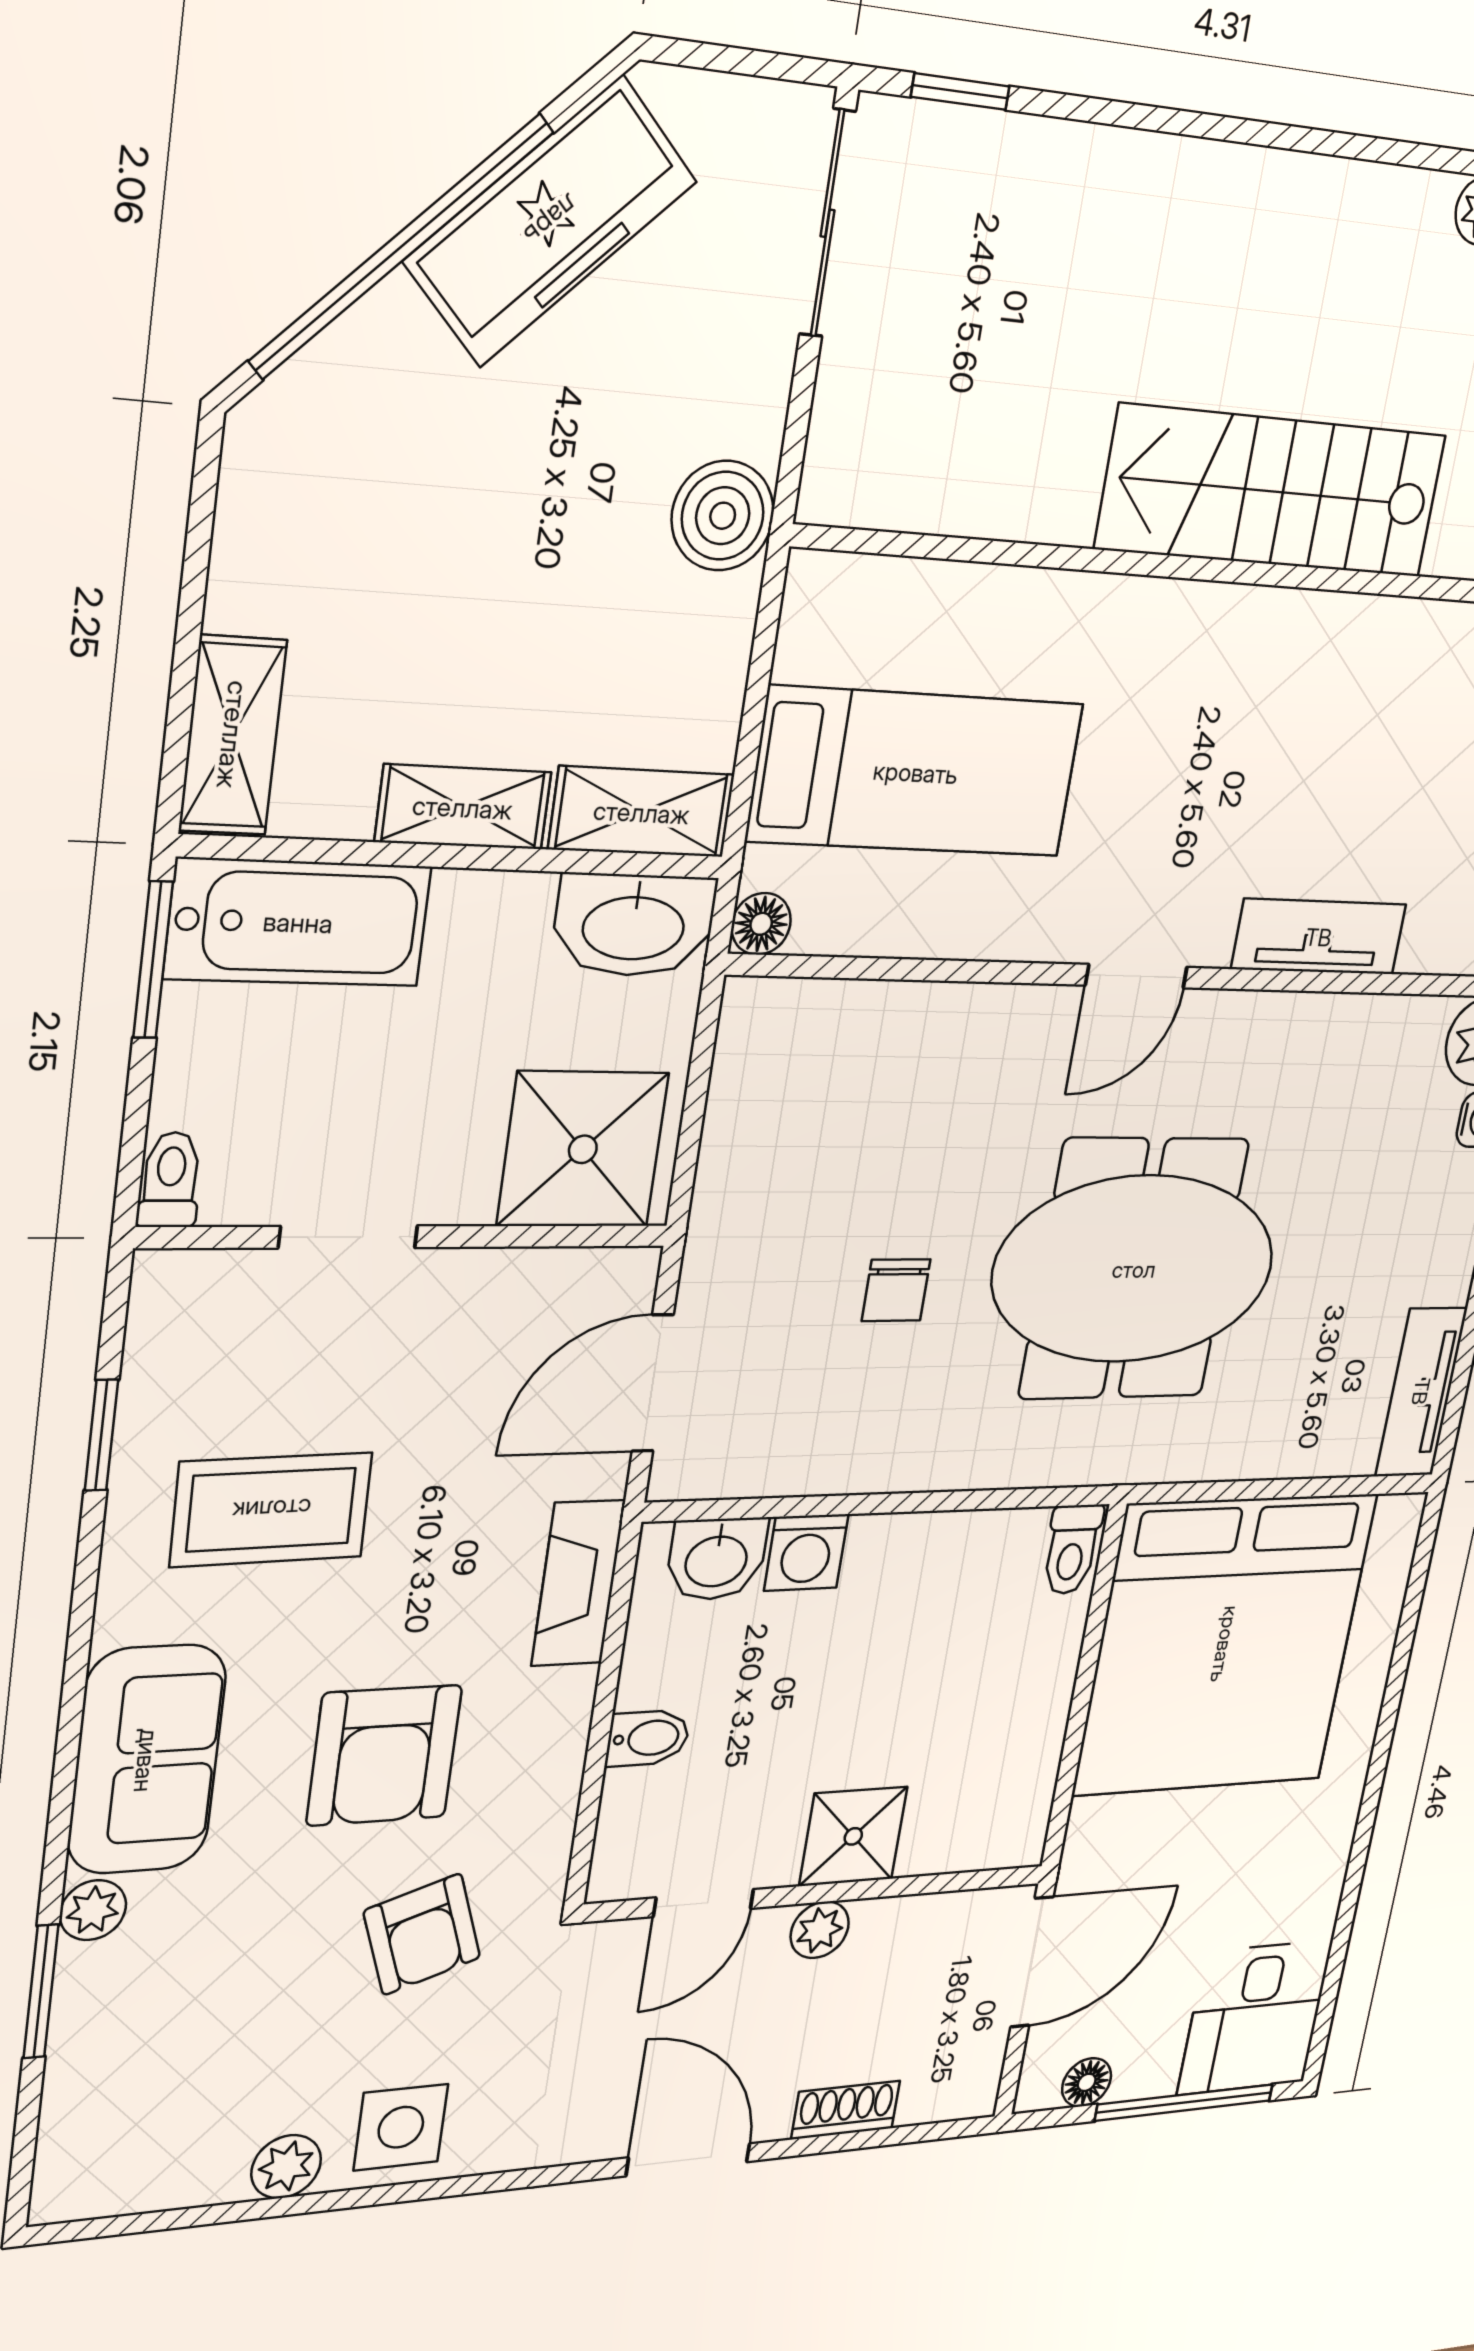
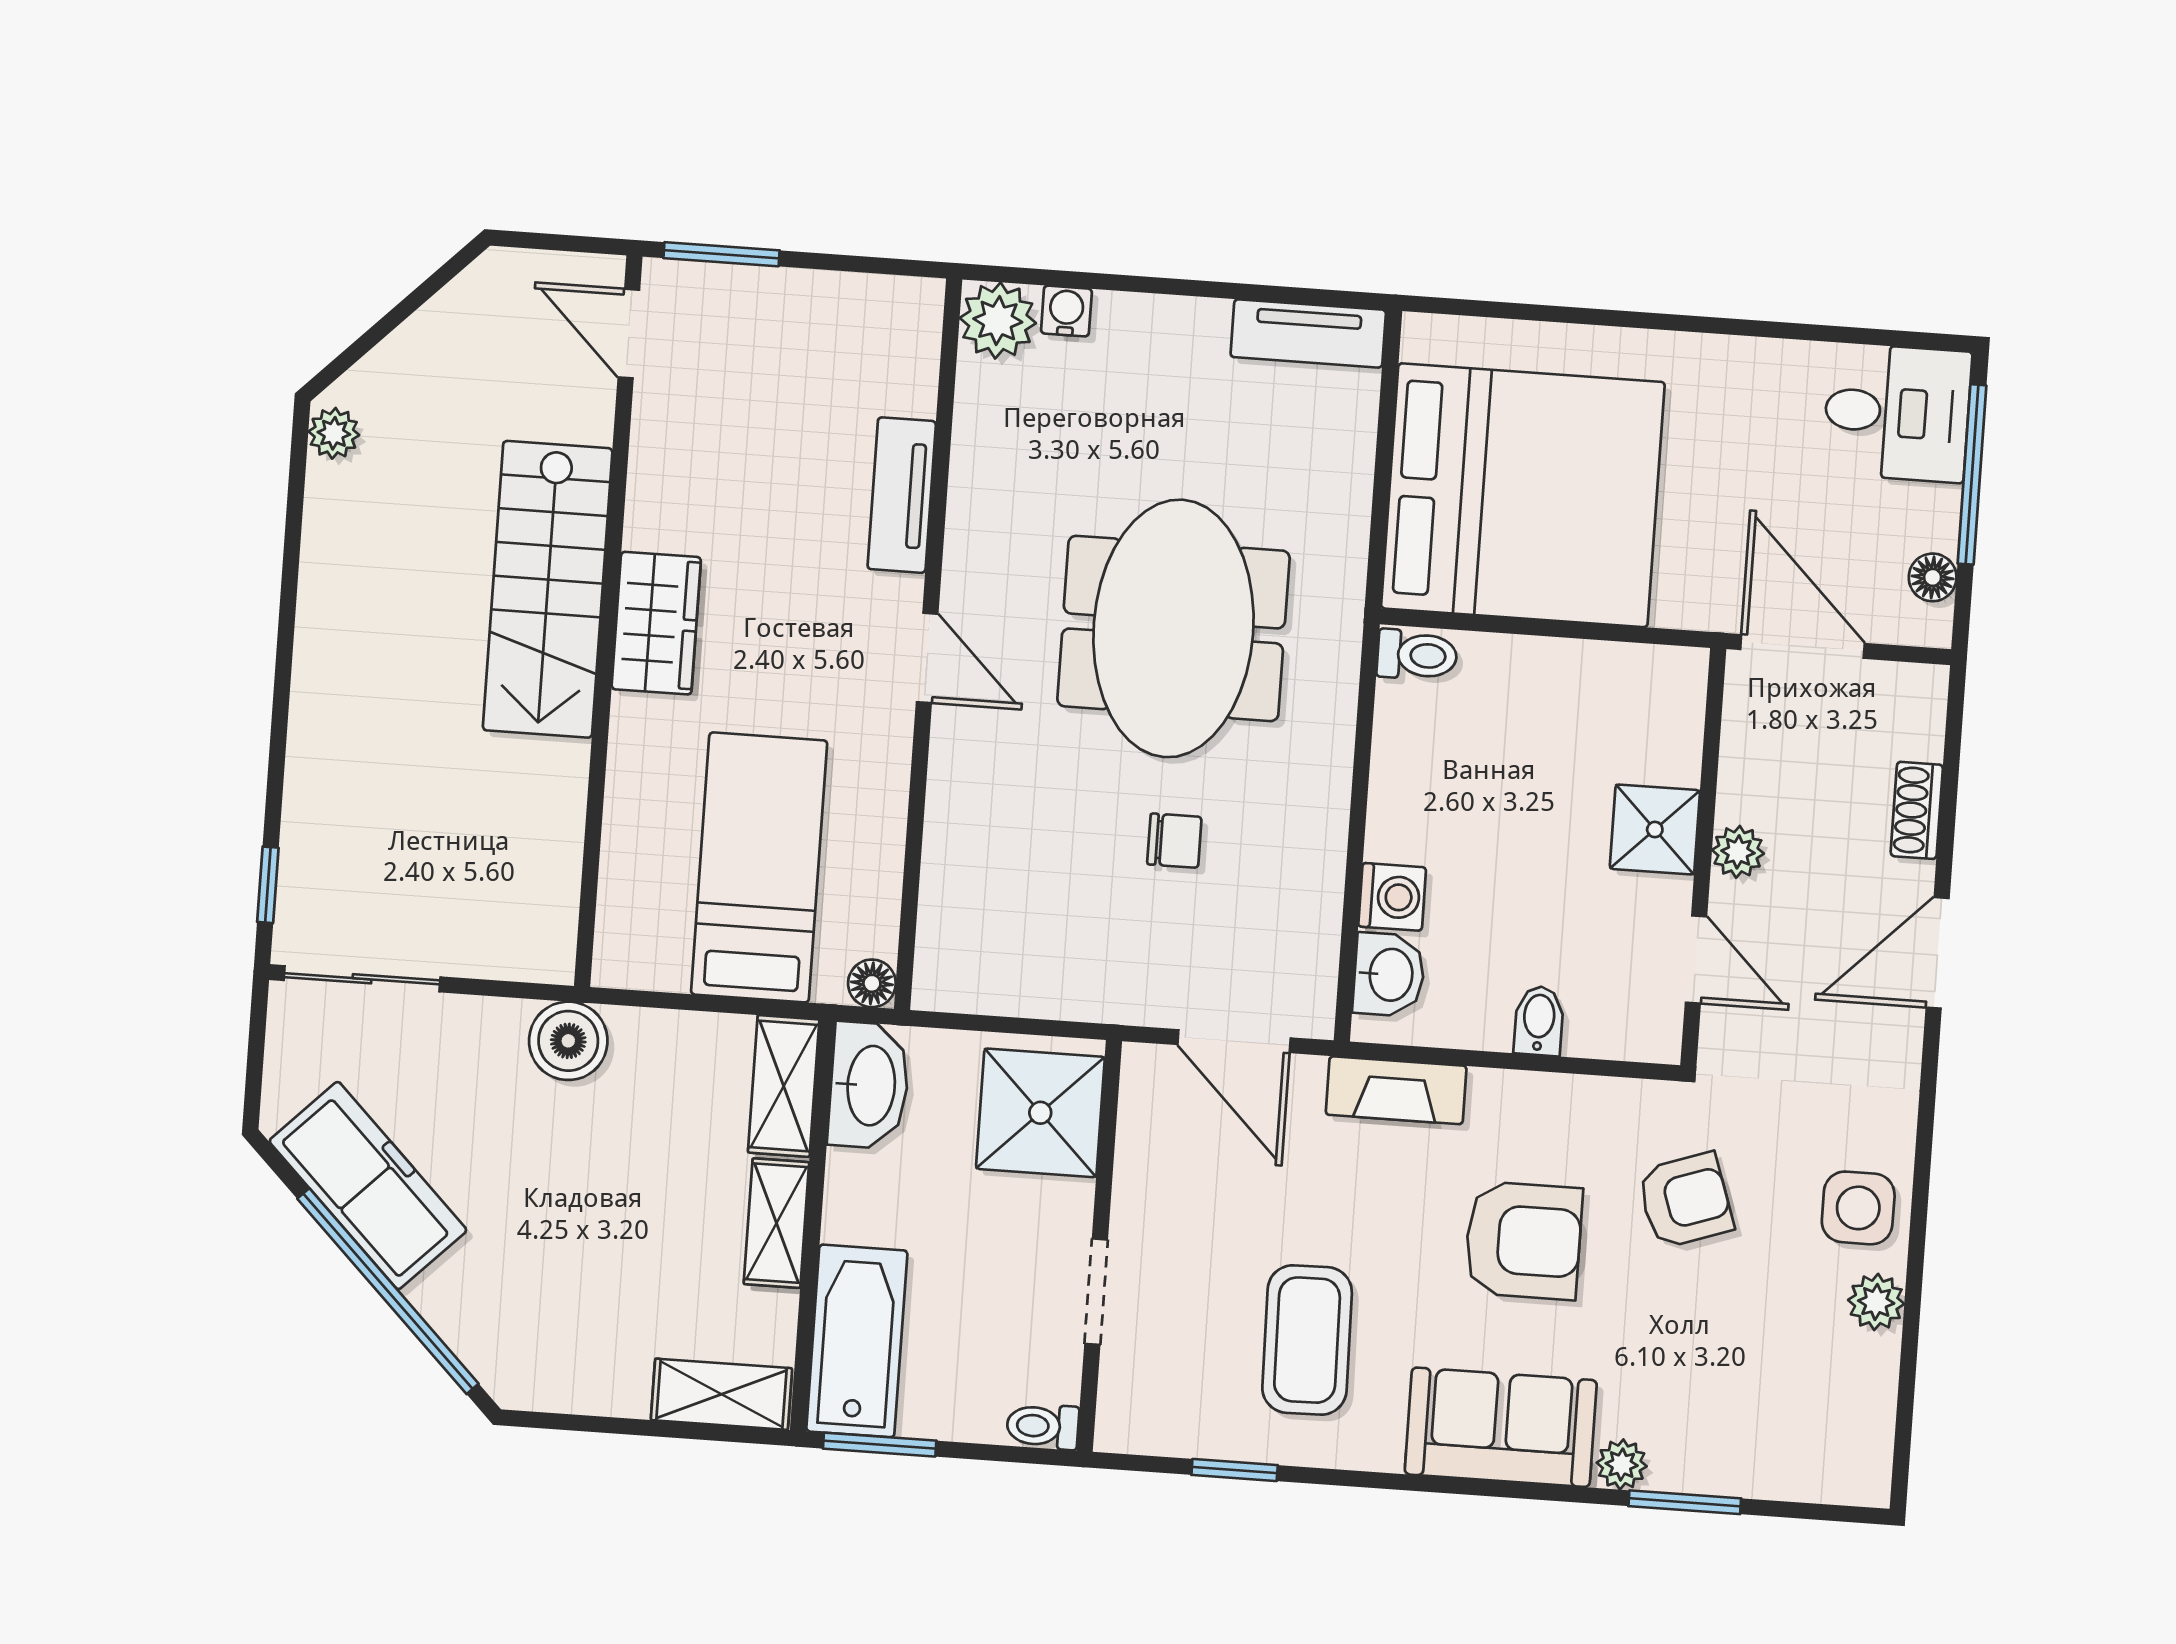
wardrobe: (1216, 633) -> (656, 623), added

